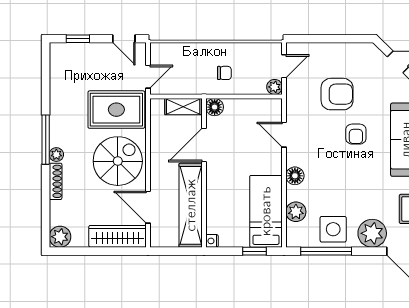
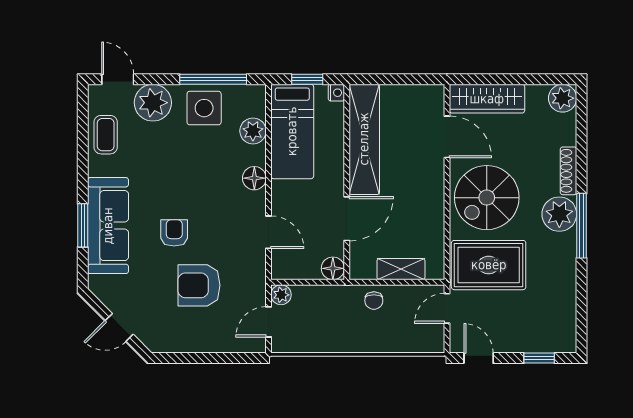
chair: (224, 73) -> (374, 301), moved, turned -90
floor lamp: (215, 107) -> (333, 268), moved
door: (204, 145) -> (347, 219), moved
plant: (56, 155) -> (559, 214), width x1.88, depth x1.88
wall: (204, 173) -> (347, 182), moved
shelving: (191, 205) -> (364, 139), moved
nightstand: (212, 241) -> (336, 93), moved

